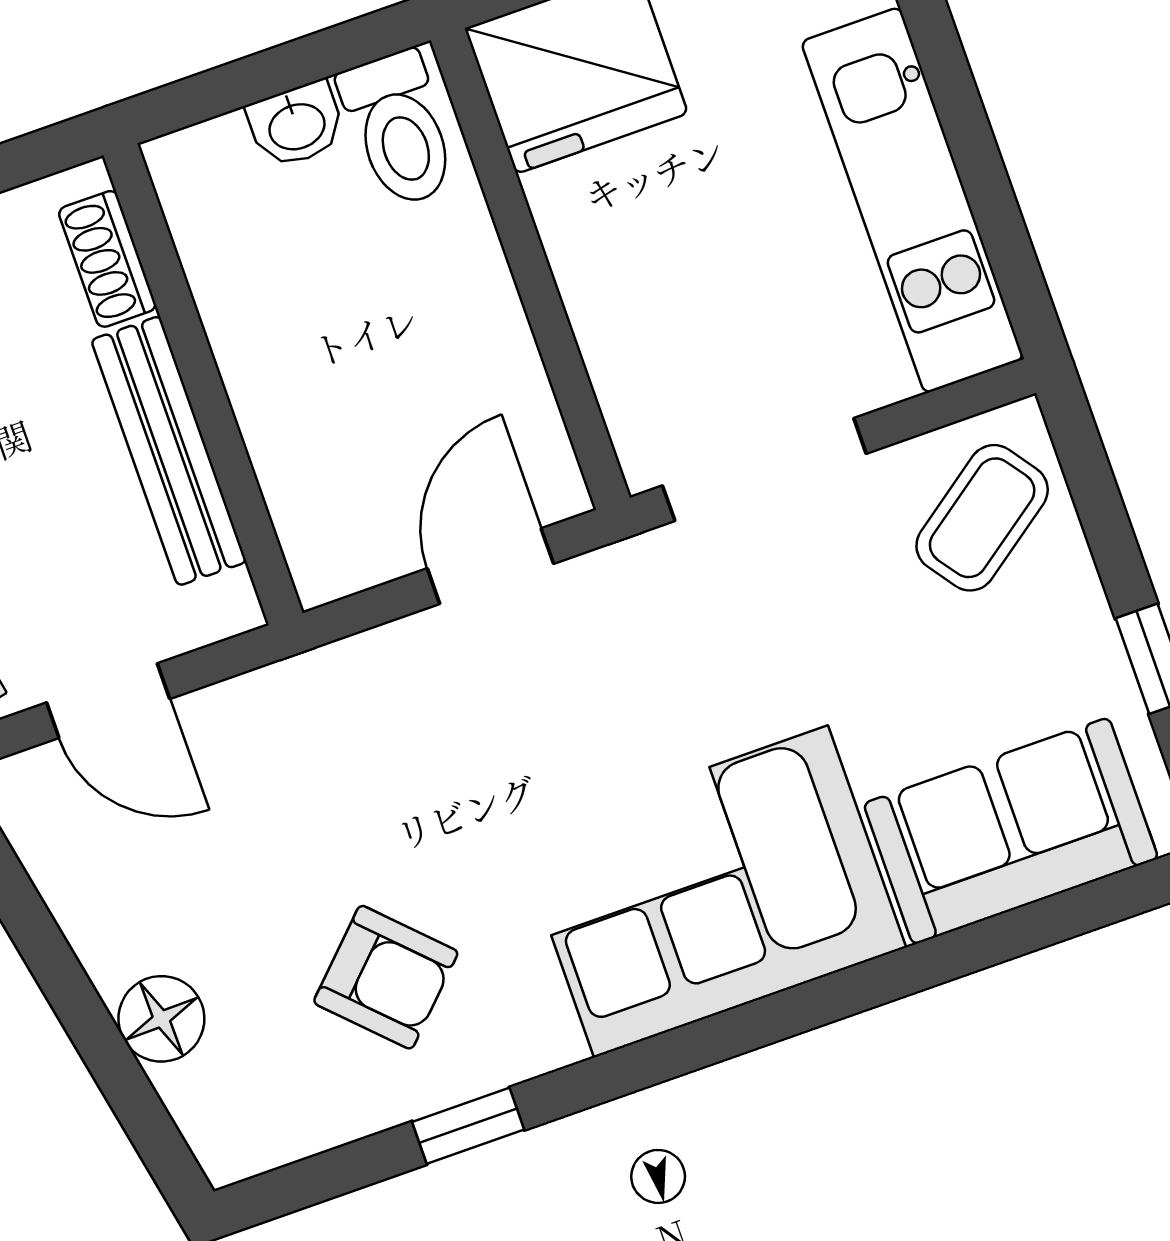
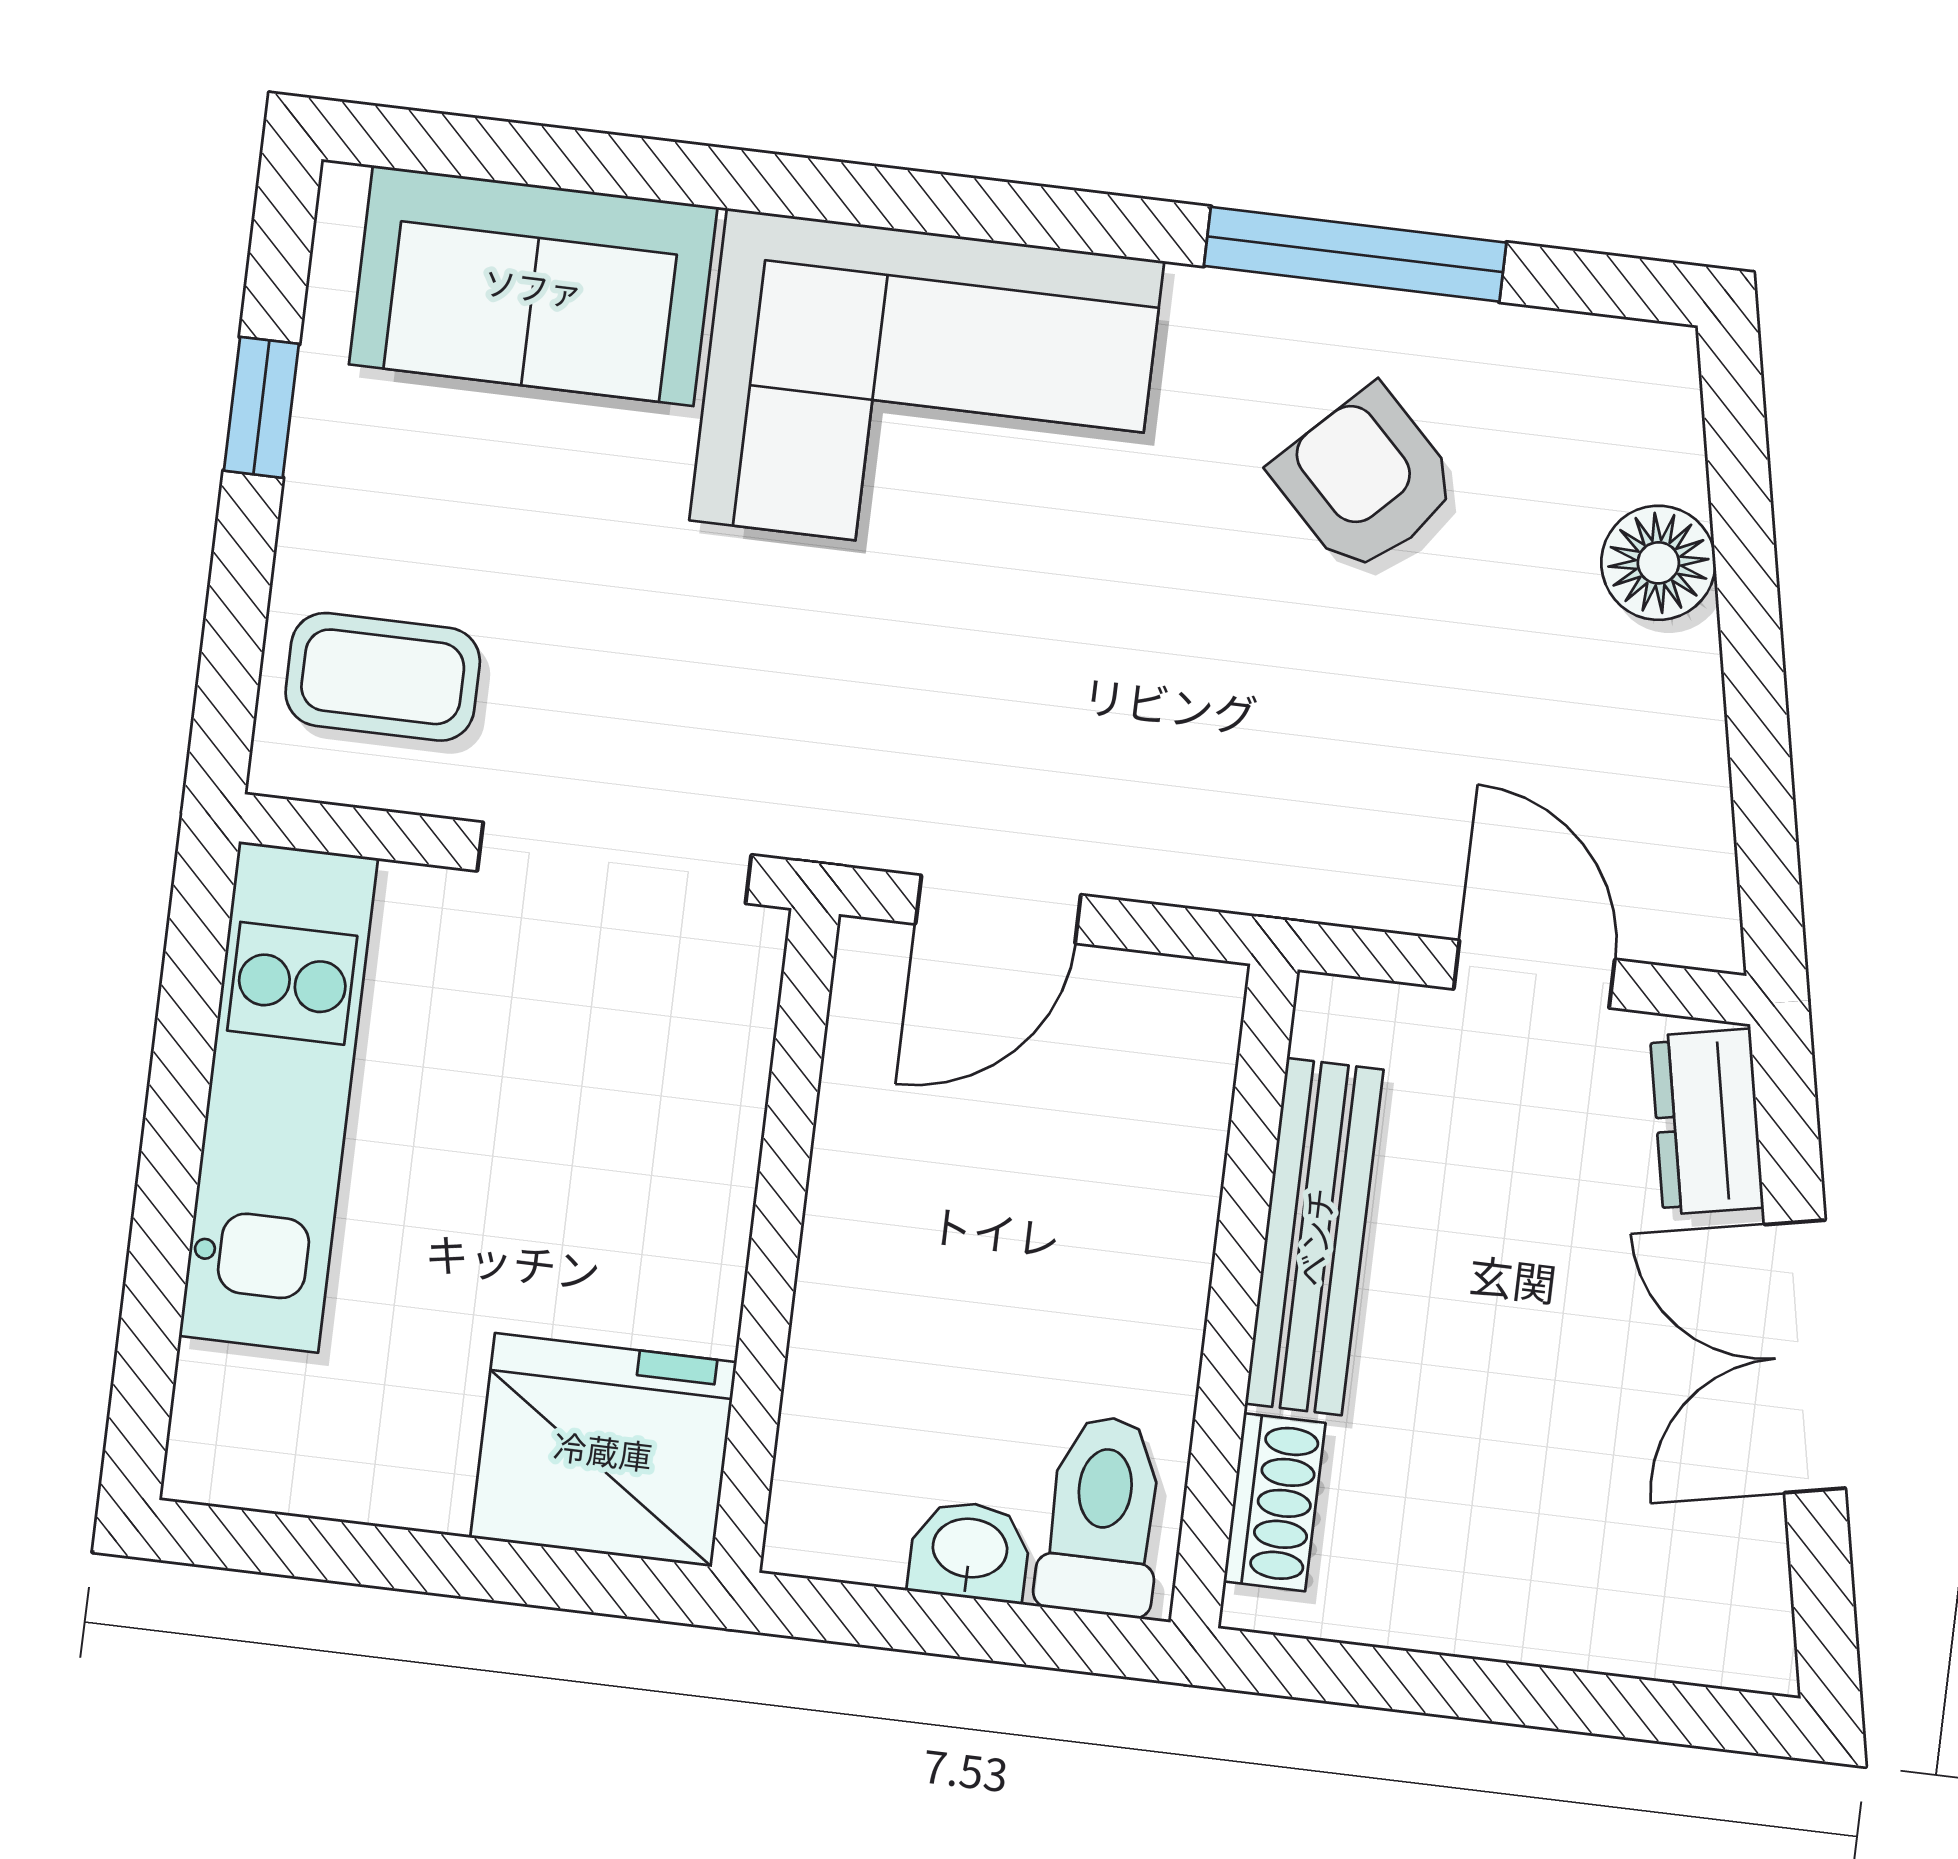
toilet: (399, 129) -> (1102, 1516), moved
coffee table: (982, 518) -> (383, 677), turned 36
window: (468, 1126) -> (1355, 254), width x2.17

